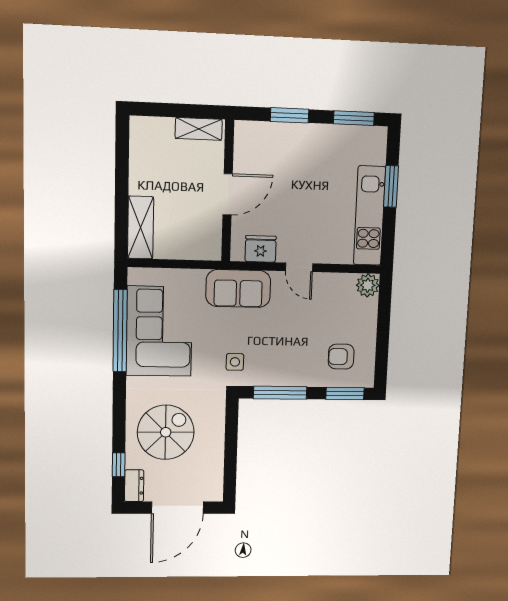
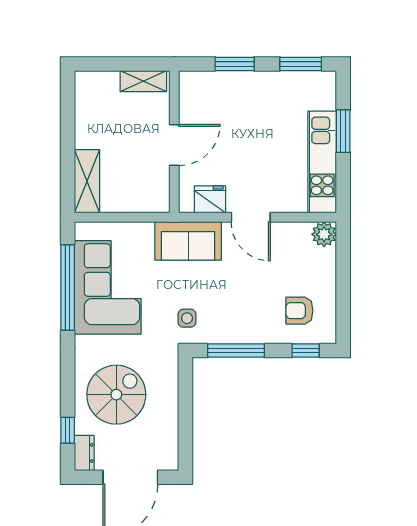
door: (299, 267) -> (251, 217), width x1.37
window: (345, 394) -> (306, 351), width x0.67

